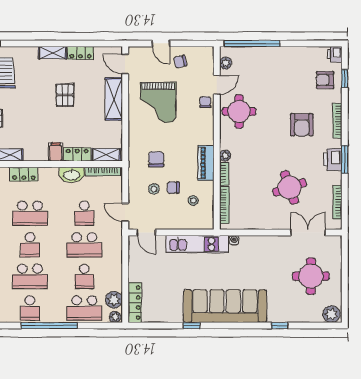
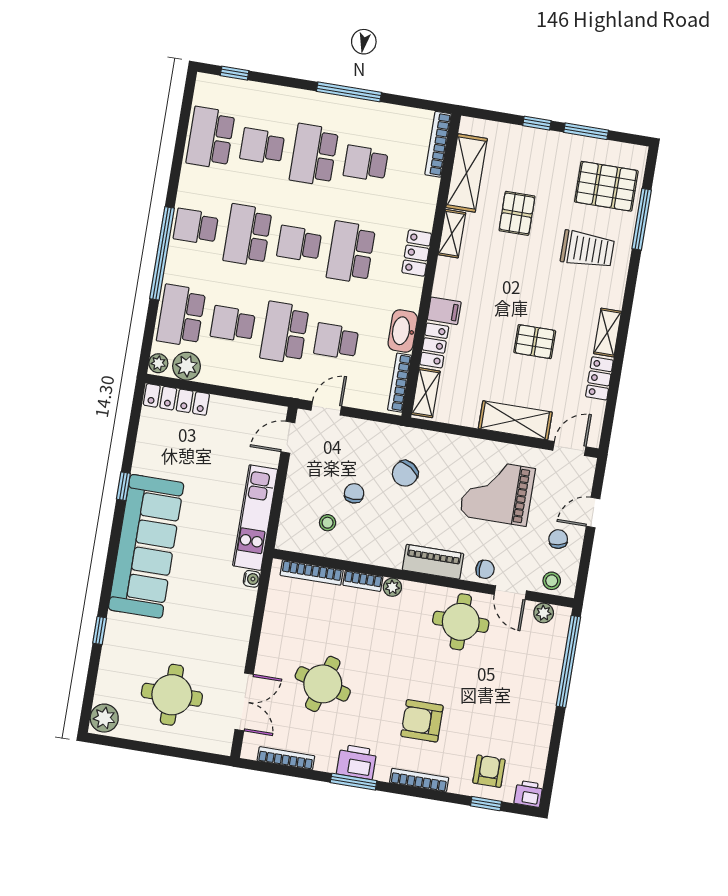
chair: (156, 159) -> (405, 473), turned 123
piano: (206, 163) -> (433, 562), moved
round table: (290, 187) -> (323, 684), turned 35
stool: (154, 189) -> (552, 581), moved

